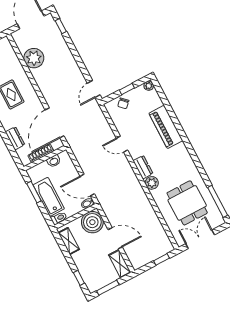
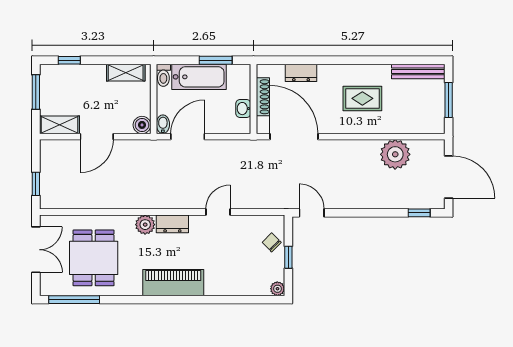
piano: (166, 127) -> (173, 283), moved
dining table: (187, 203) -> (94, 258), turned 90
boiler: (92, 222) -> (142, 125), width x0.54, depth x0.54

